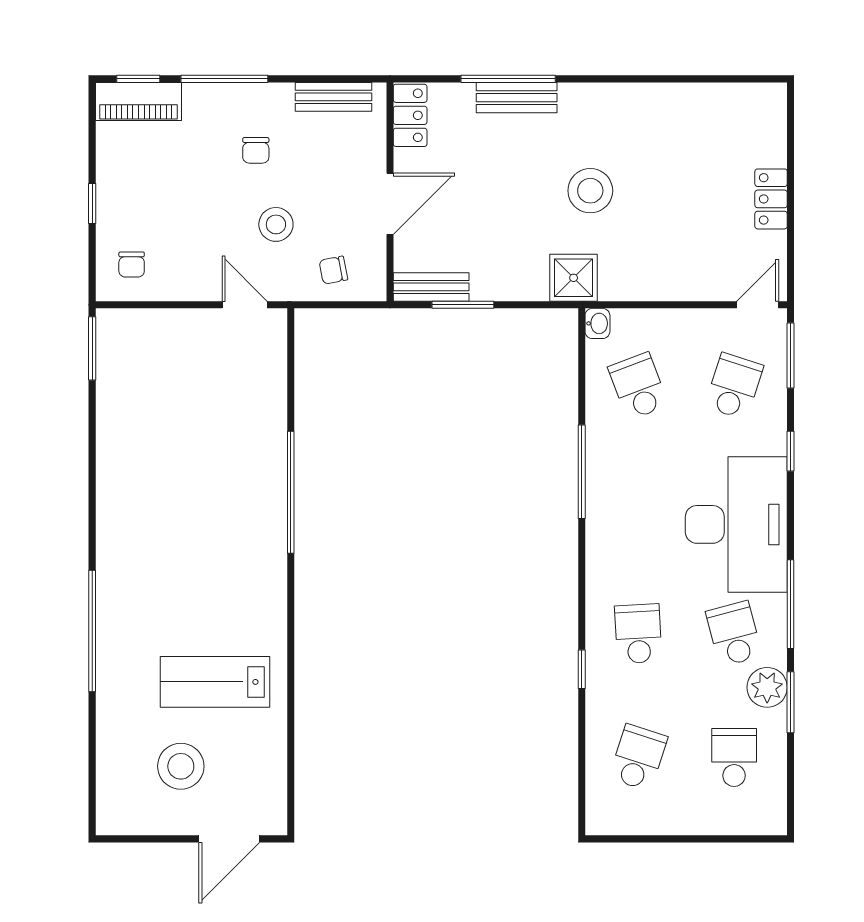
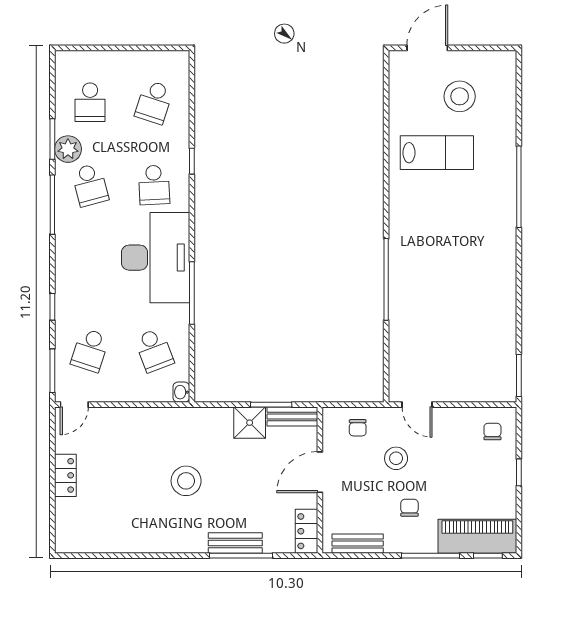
piano: (139, 101) -> (477, 536), width x1.37, depth x1.33
chair: (333, 270) -> (358, 428), turned 101
shower: (574, 278) -> (250, 423), moved
desk: (736, 524) -> (156, 258), moved, turned 180

